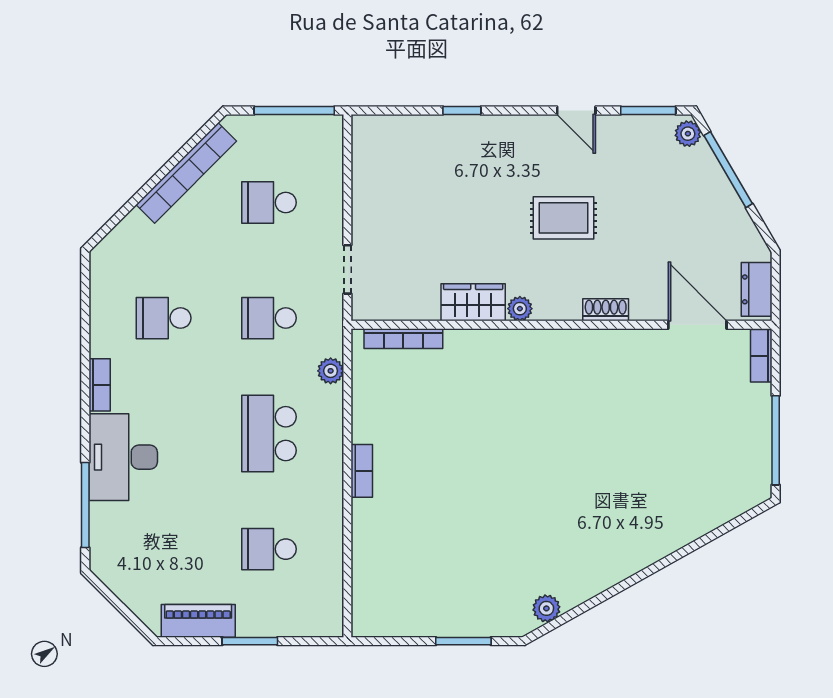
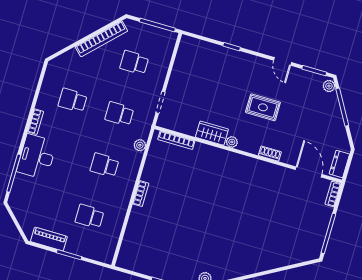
school desk: (269, 434) -> (104, 165), width x0.54

